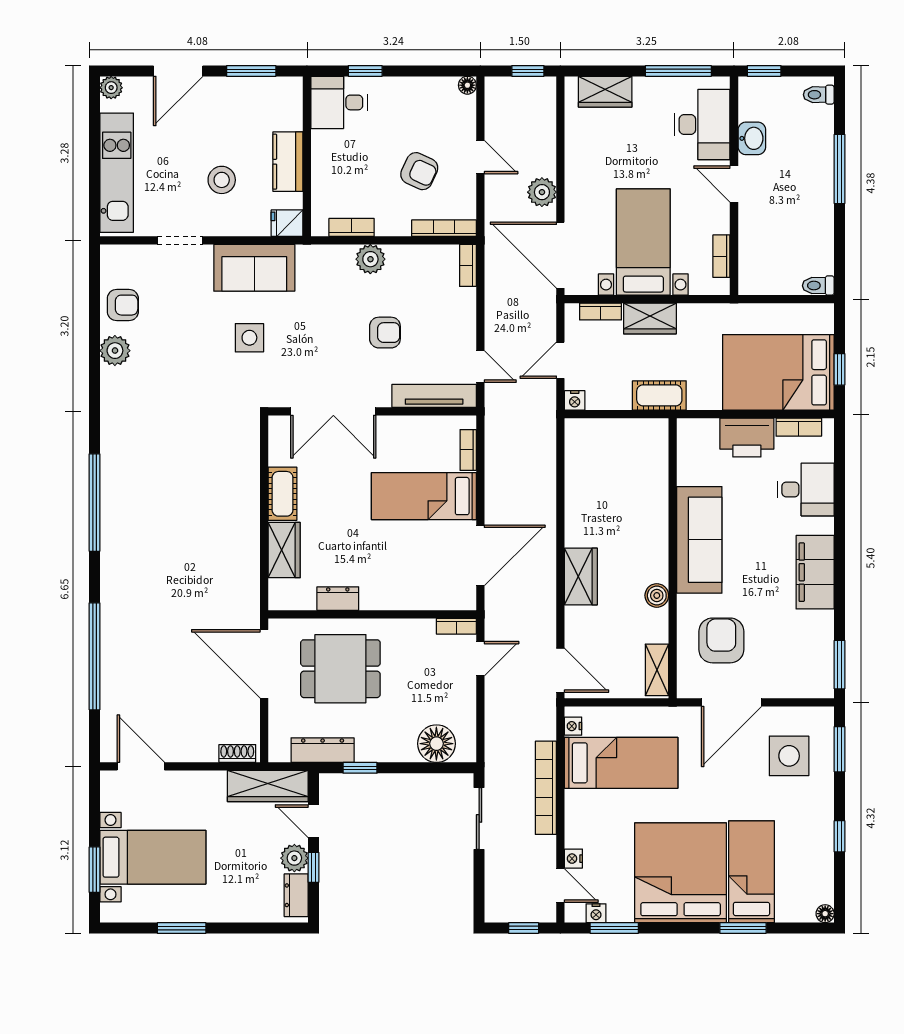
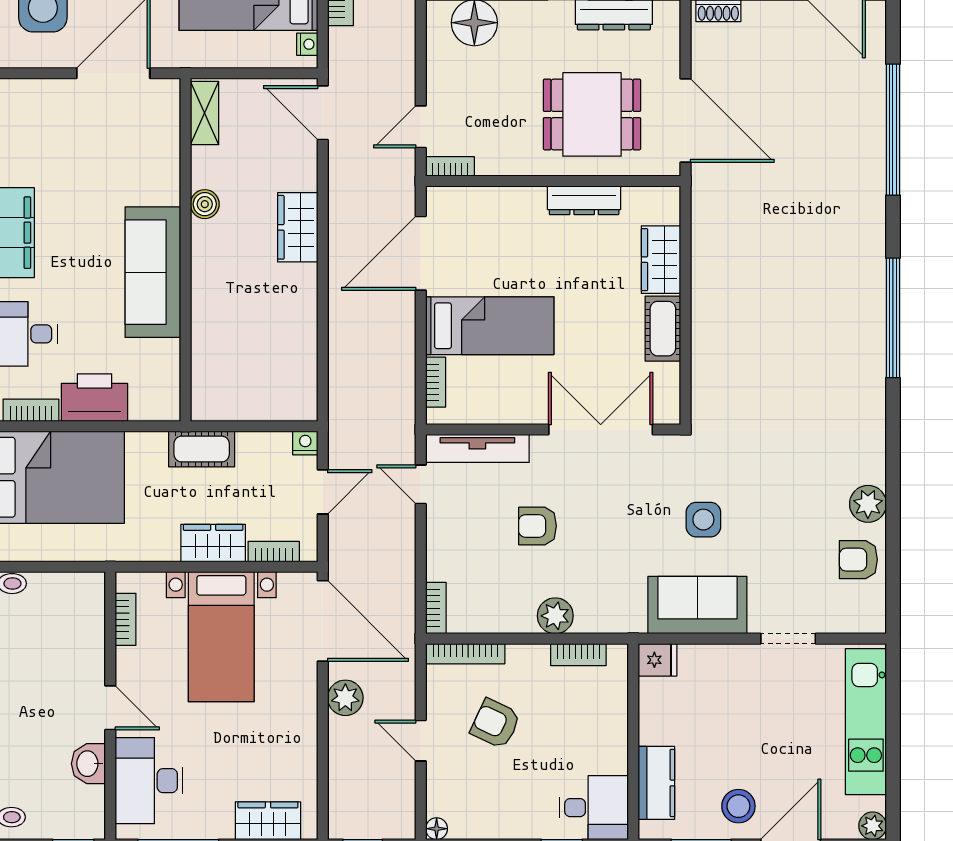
kitchen counter: (288, 162) -> (656, 783), moved
stool: (222, 180) -> (738, 806), moved
dresser: (338, 599) -> (584, 200), width x1.44
armchair: (721, 640) -> (126, 149), removed

